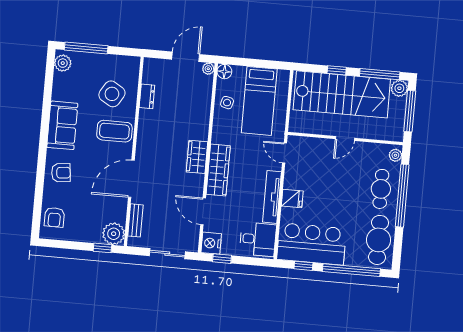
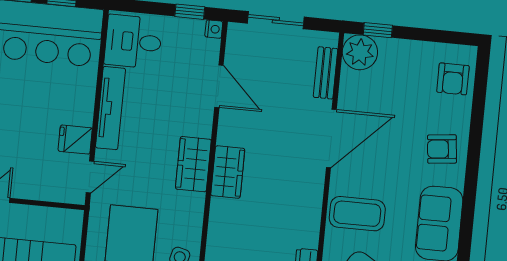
door: (285, 153) -> (90, 177), hinge flipped
wardrobe: (218, 170) -> (193, 164), width x0.67
fridge: (292, 199) -> (75, 140), moved
armchair: (54, 217) -> (453, 79), turned 180
nightstand: (211, 243) -> (214, 29), width x0.53, depth x0.56

